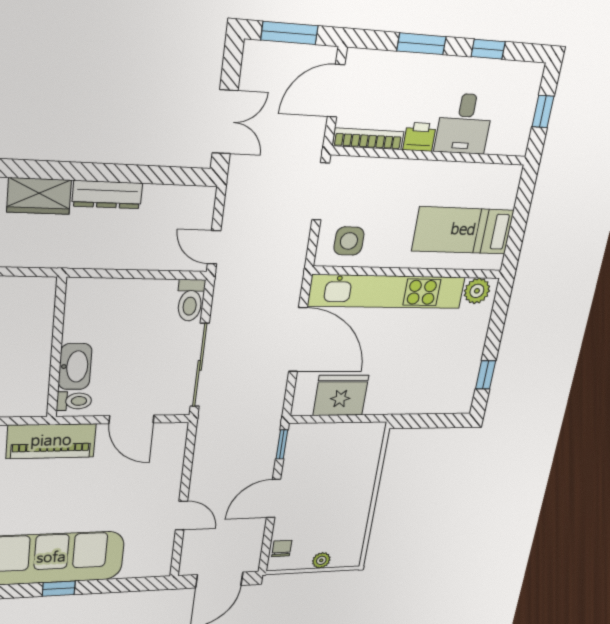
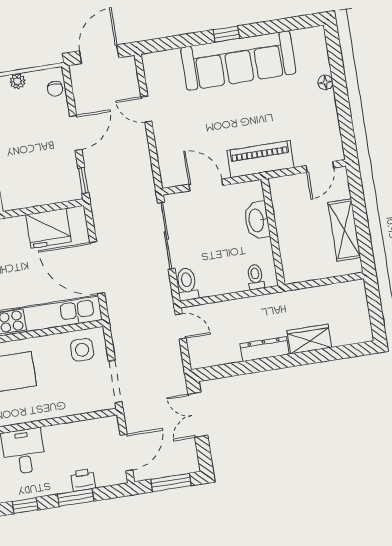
printer: (420, 137) -> (83, 480), moved, turned 180
bookcase: (368, 139) -> (92, 425), removed
toilet: (74, 401) -> (255, 277), moved, turned 90

